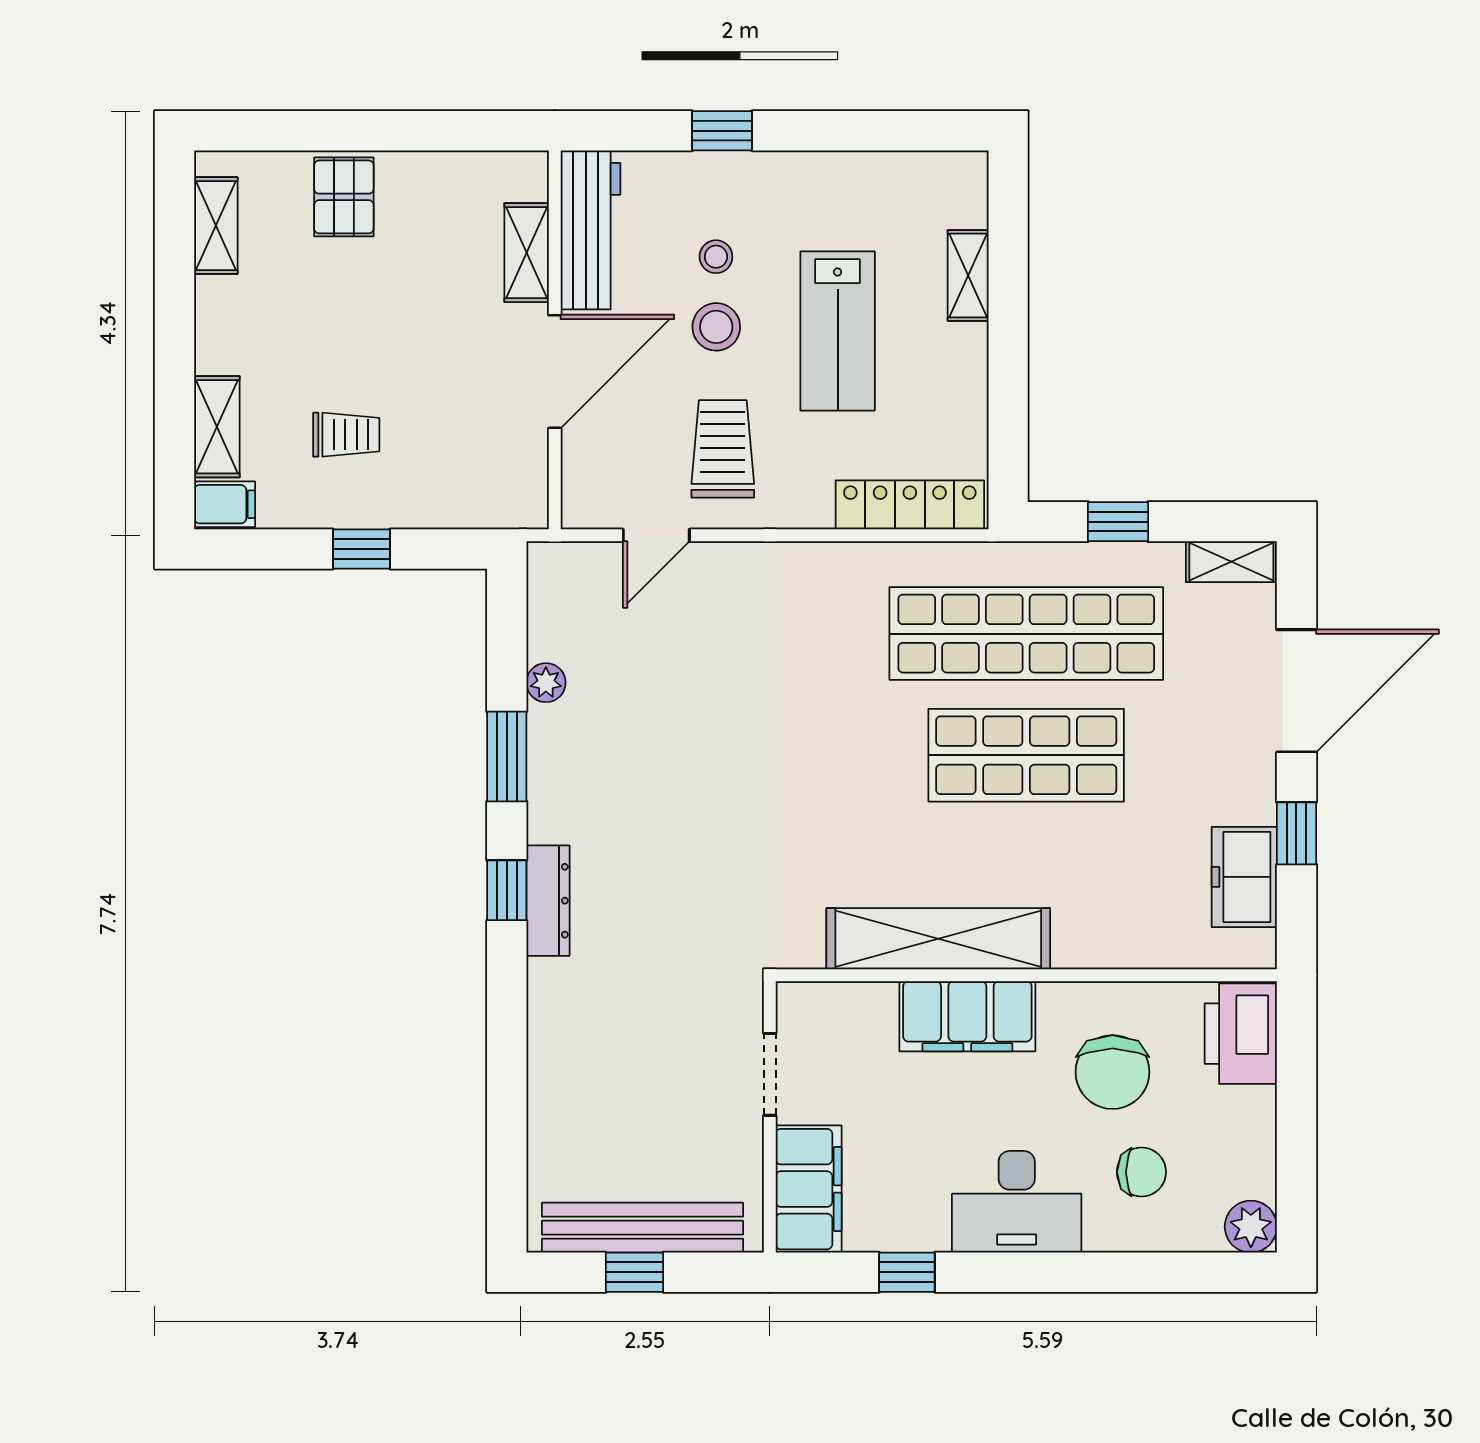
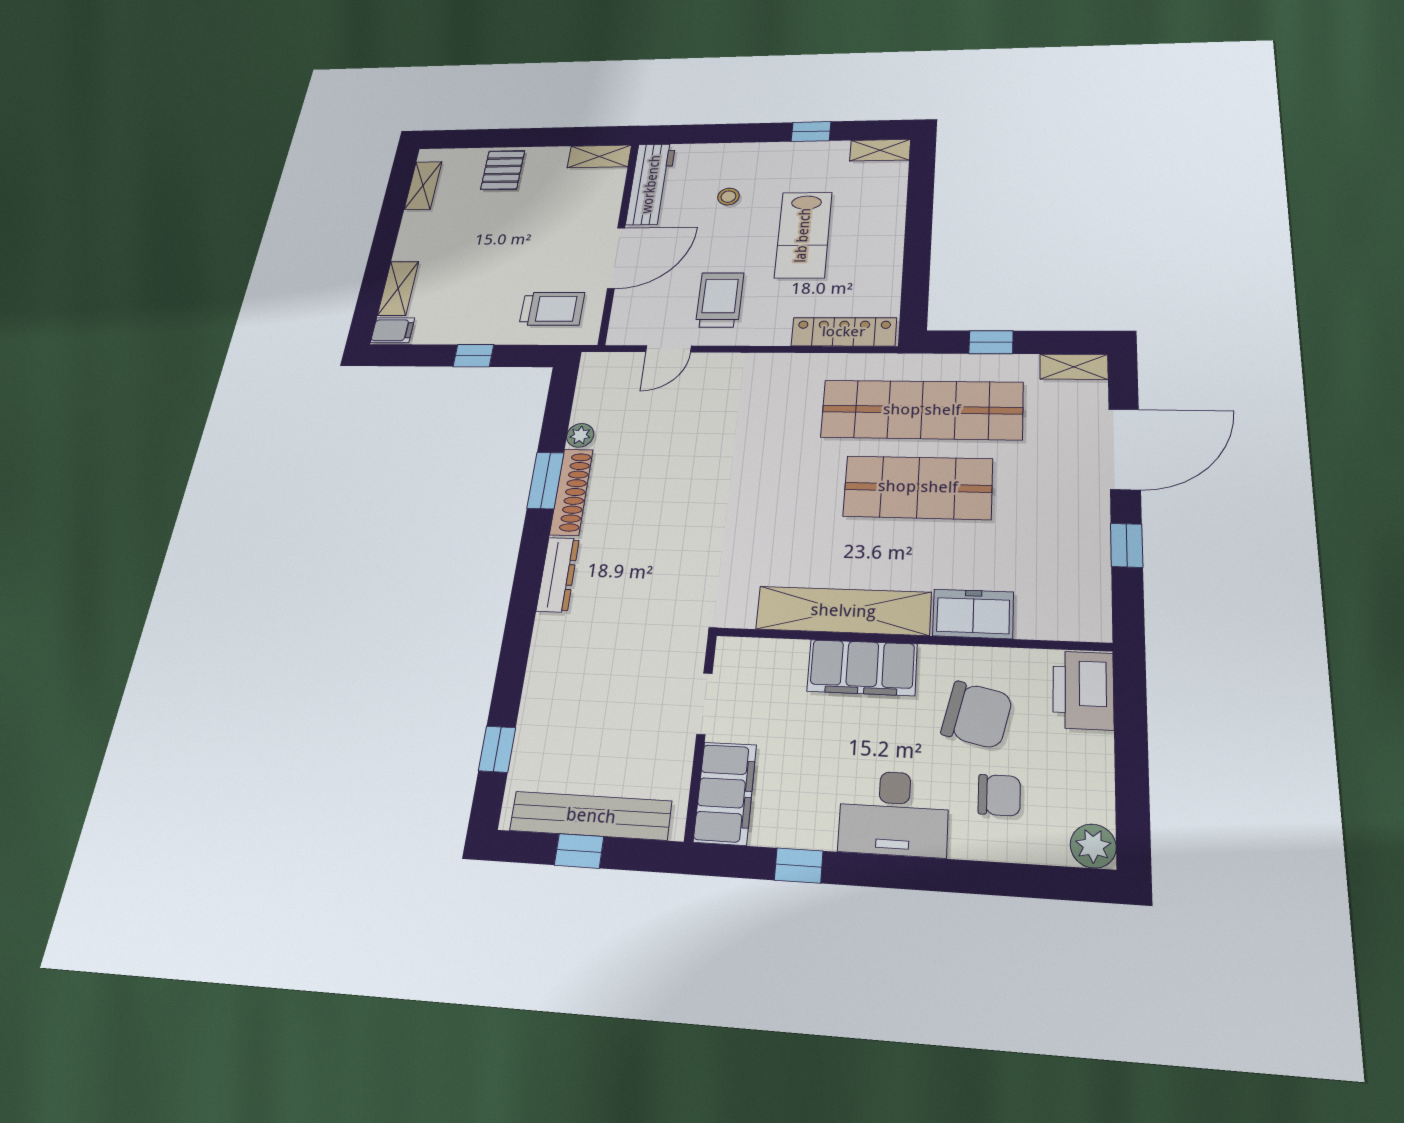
window: (722, 131) -> (811, 132), moved
shelving: (527, 253) -> (599, 156), moved, turned 90
shelving: (968, 276) -> (880, 150), moved, turned 90
stool: (716, 327) -> (724, 233), removed
trolley: (346, 435) -> (552, 309), moved, width x1.36, depth x1.39
shoe rack: (547, 774) -> (571, 492), added
freezer: (1244, 877) -> (973, 614), moved, turned 90
window: (507, 890) -> (497, 749), moved
chair: (1112, 1072) -> (977, 715), turned -77

